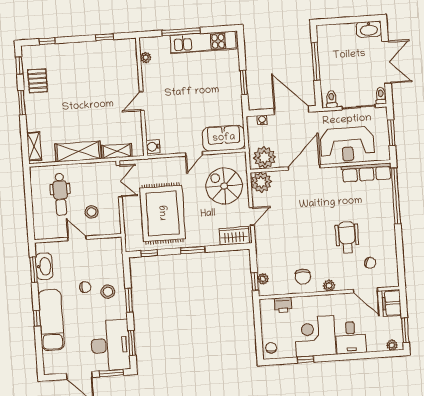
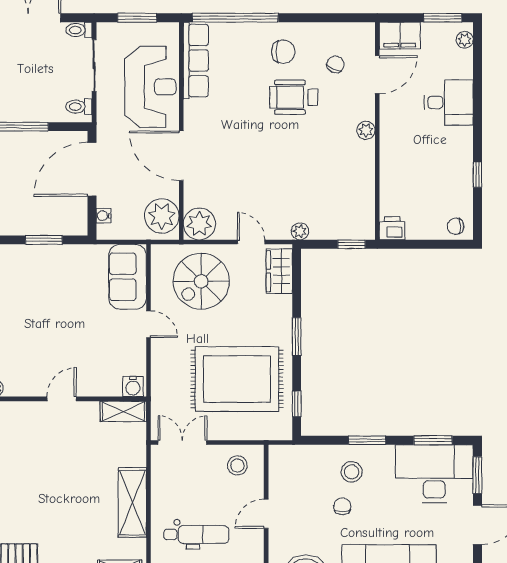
door: (142, 101) -> (62, 399), swing flipped
shelving: (117, 151) -> (123, 411), moved, turned 90
stool: (92, 212) -> (237, 465), moved
chair: (303, 277) -> (283, 52), moved
plant: (263, 279) -> (300, 231), moved
printer: (283, 305) -> (392, 228), moved, turned -90
corner desk: (315, 336) -> (443, 157), removed

